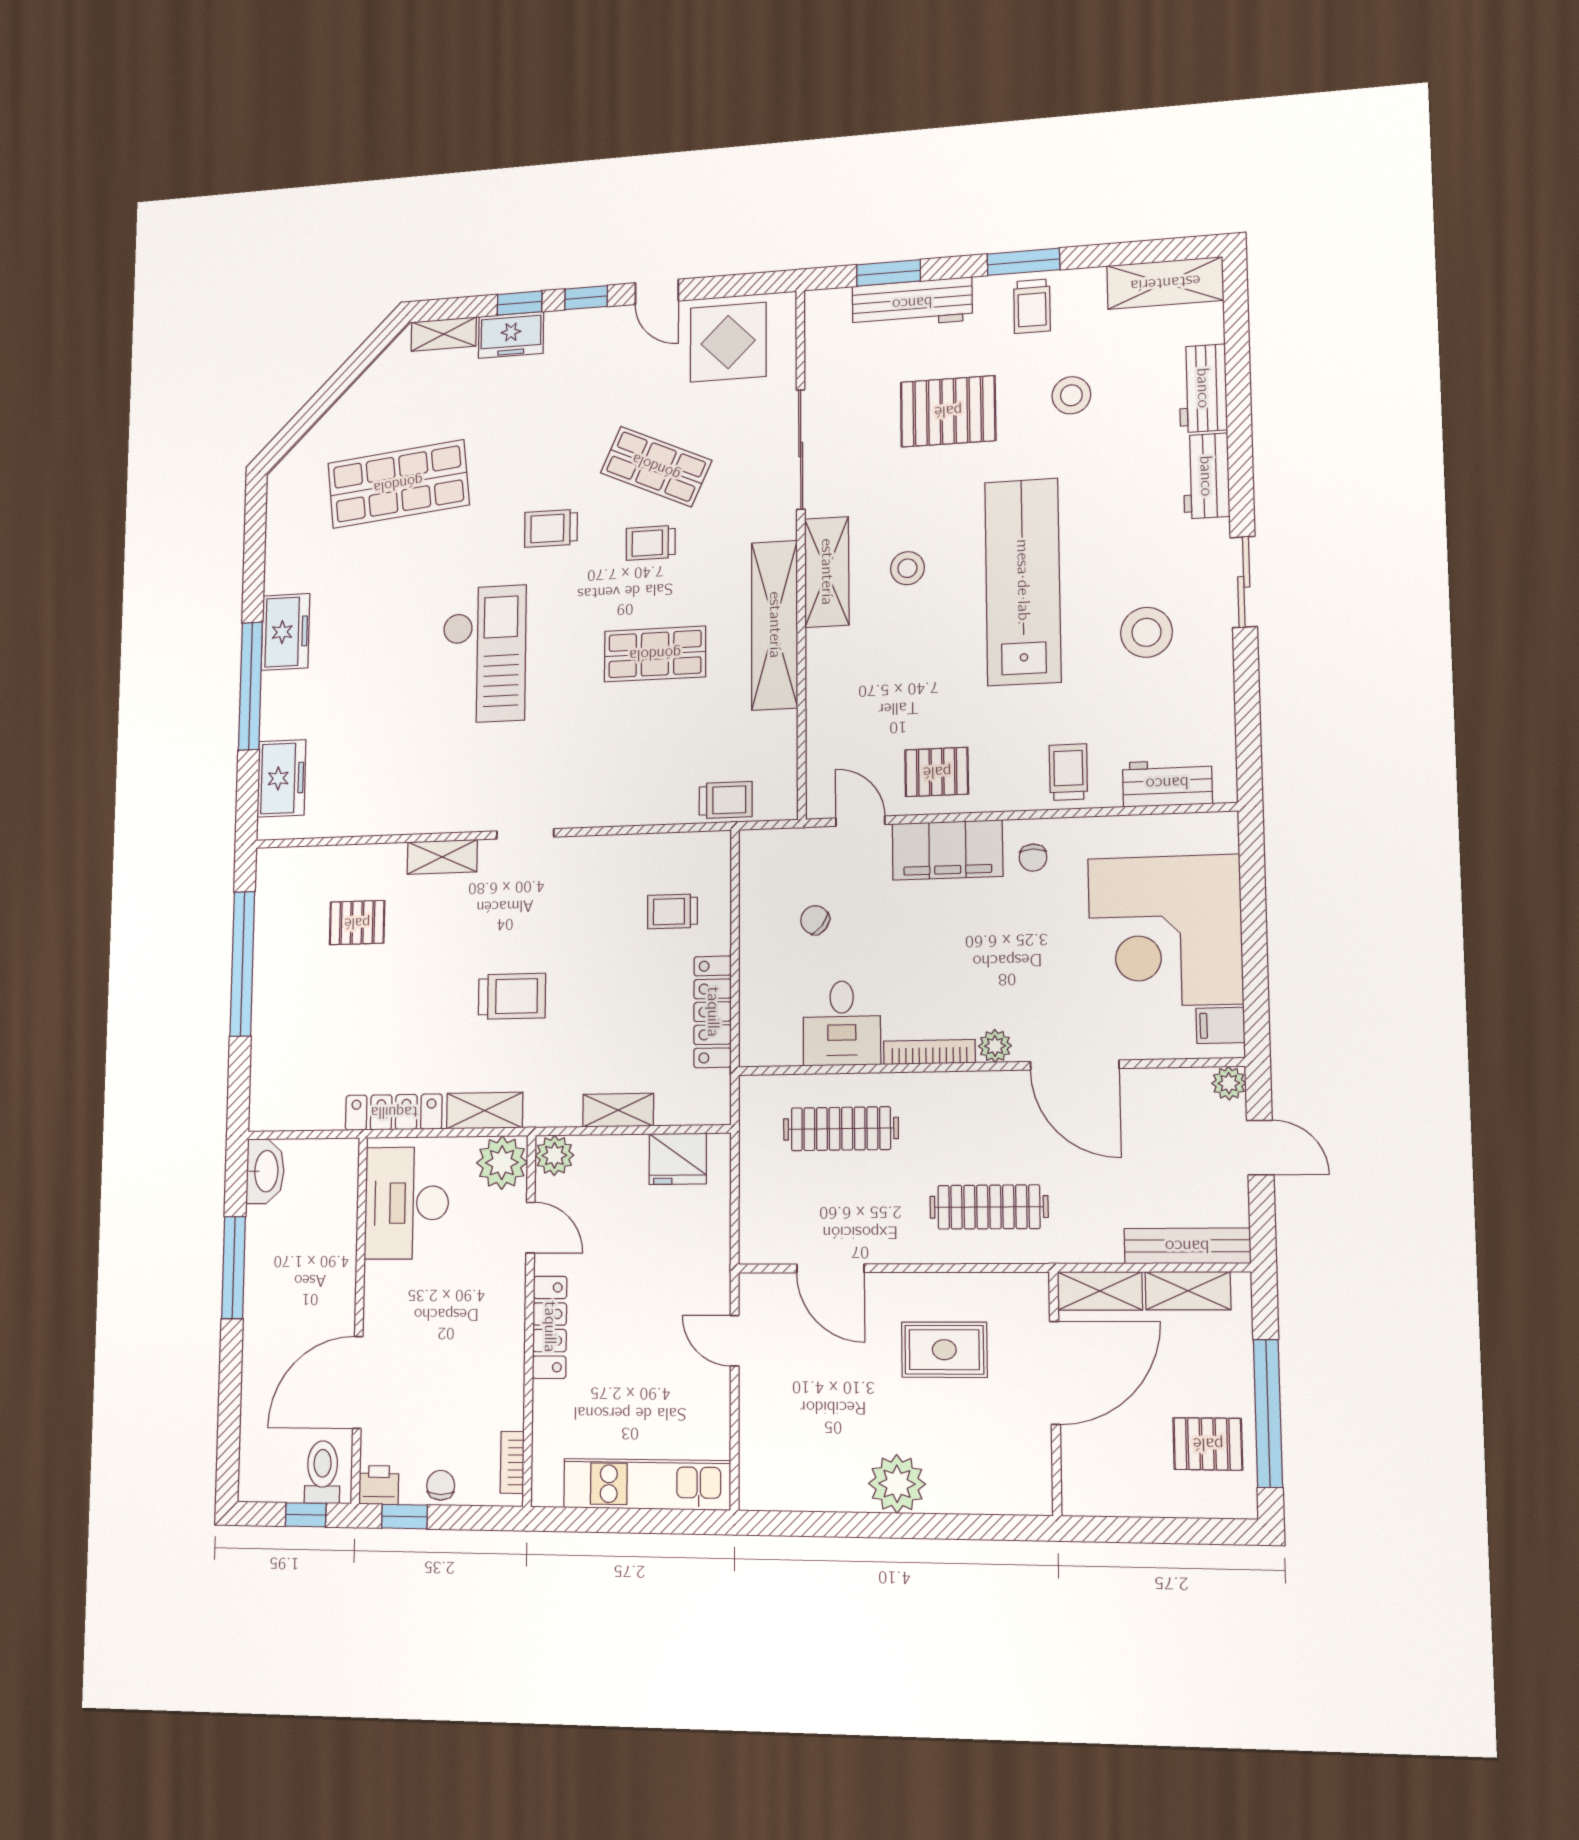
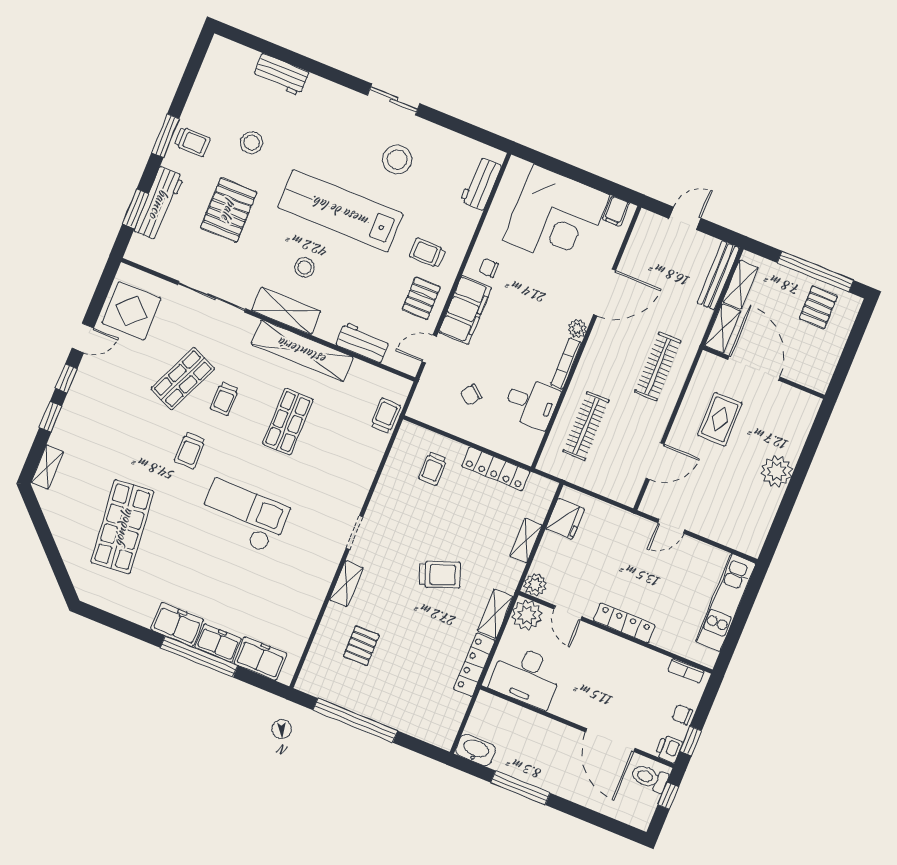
shelving: (1165, 283) -> (214, 68), removed
freezer: (511, 335) -> (218, 643), moved, turned -90
workbench: (1206, 476) -> (363, 342), moved, turned 180
trolley: (1068, 772) -> (427, 253), moved
chair: (1033, 858) -> (489, 268), turned 180
trolley: (512, 996) -> (440, 575), turned 69
plant: (1229, 1083) -> (647, 220), removed
door: (530, 1228) -> (568, 613), swing flipped

